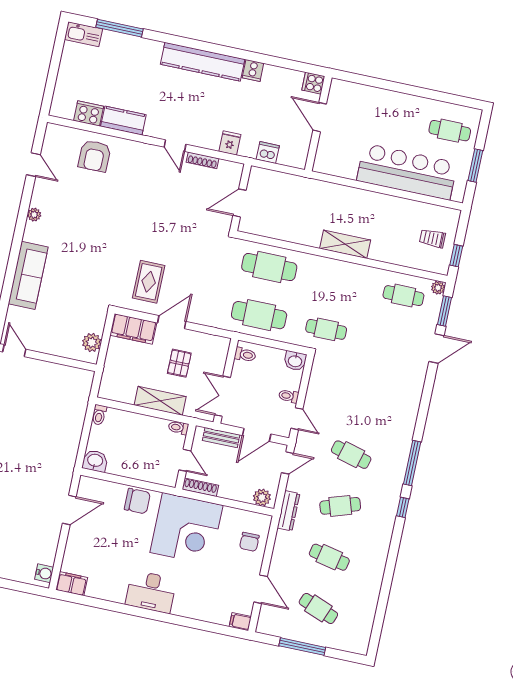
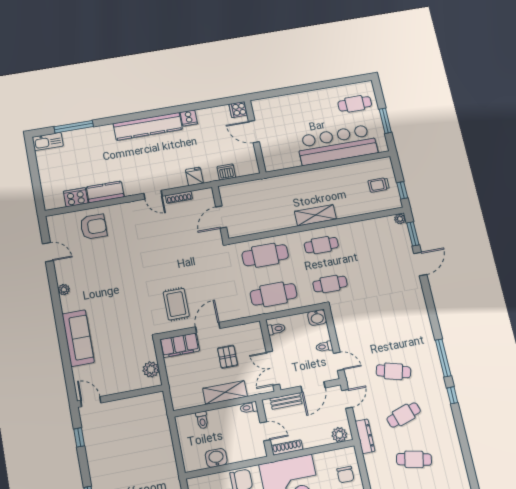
armchair: (94, 156) -> (93, 227), turned -90
cafe table: (403, 296) -> (321, 245), moved
toilet: (99, 415) -> (202, 420), moved
washbasin: (95, 461) -> (216, 458), moved

